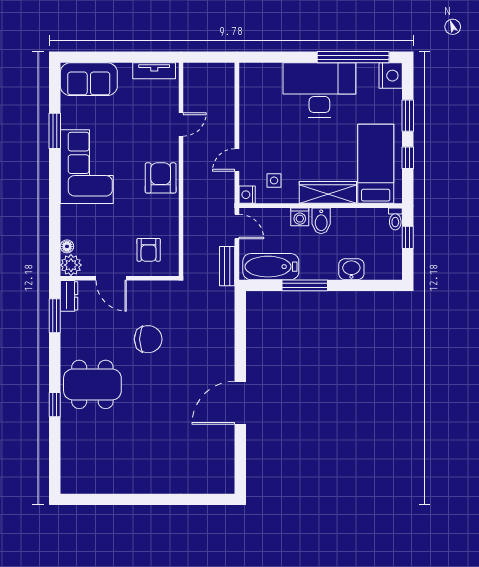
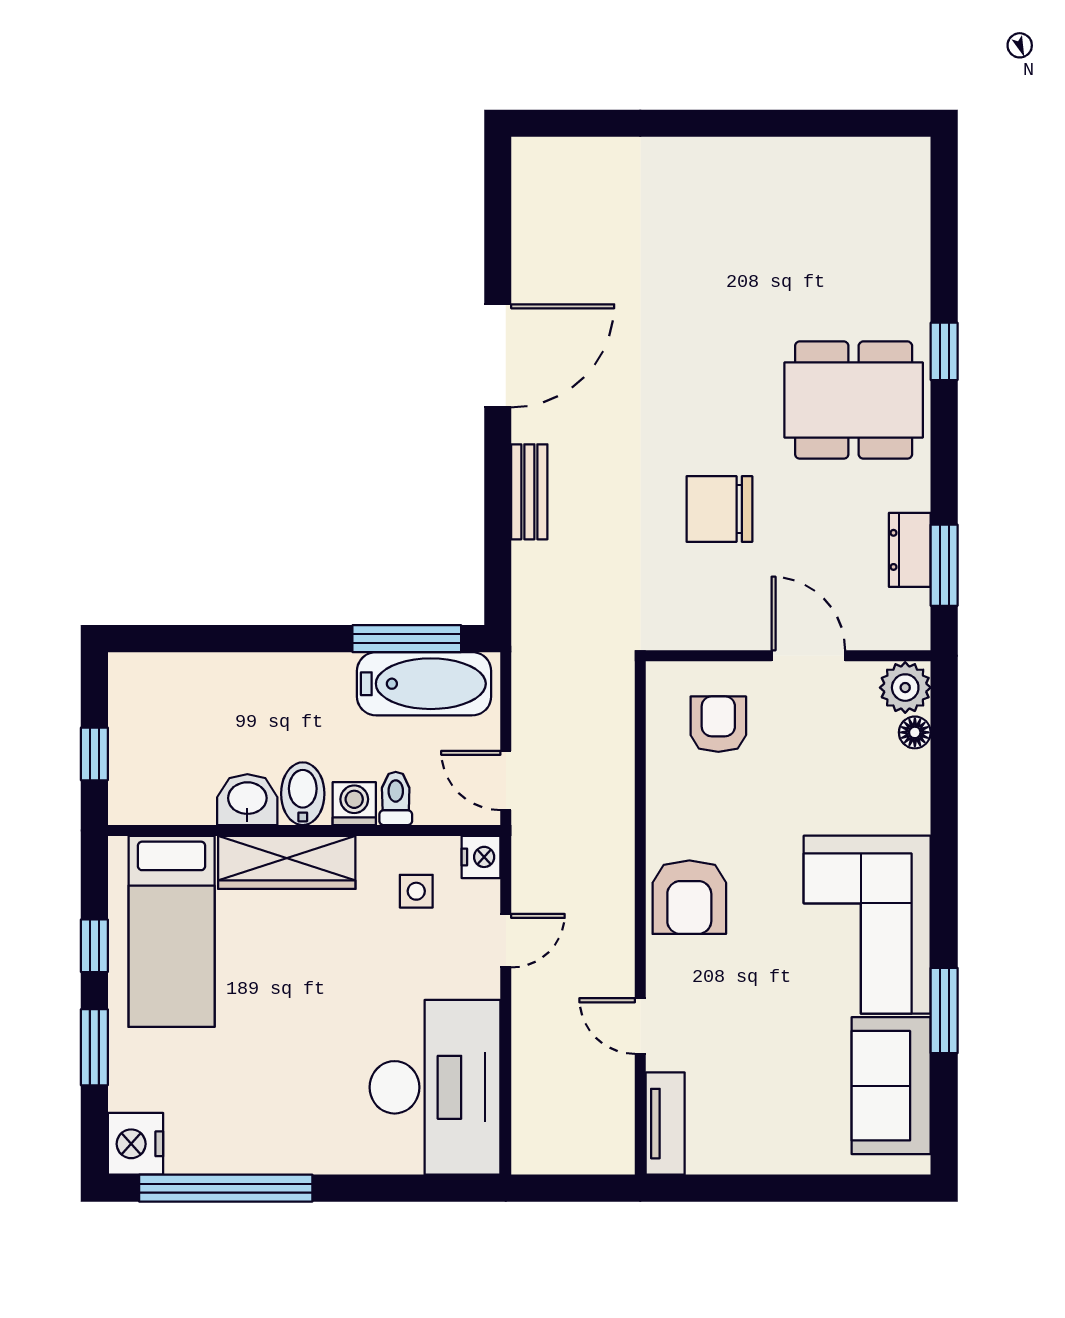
tv unit: (154, 71) -> (665, 1124), moved, turned 90
sofa: (89, 79) -> (891, 1086), moved, turned -90
desk: (319, 90) -> (435, 1087), moved, turned -90
door: (181, 124) -> (640, 1026), hinge flipped
toilet: (395, 219) -> (396, 798), moved
bench: (227, 266) -> (529, 492), moved
washbasin: (351, 269) -> (247, 800), moved, turned 180
window: (305, 285) -> (407, 639), moved
dresser: (69, 296) -> (910, 550), moved

